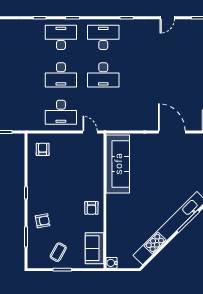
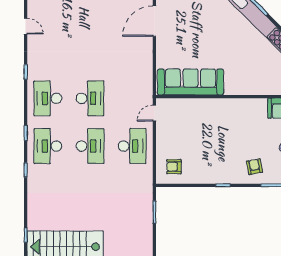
armchair: (91, 208) -> (240, 112), removed

